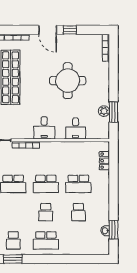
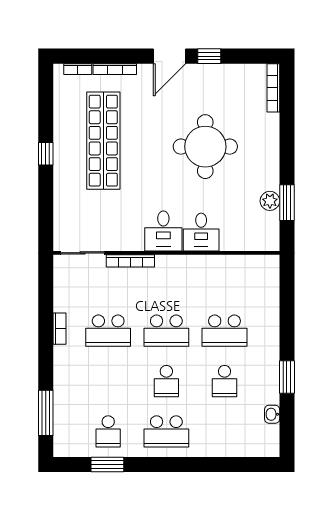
door: (48, 30) -> (169, 56), hinge flipped
desk: (76, 129) -> (201, 232), moved
locker: (104, 161) -> (271, 289), removed
window: (114, 230) -> (287, 377), moved

